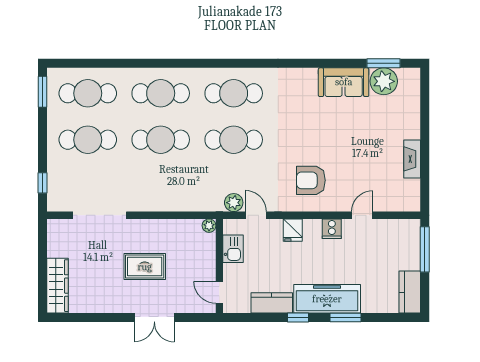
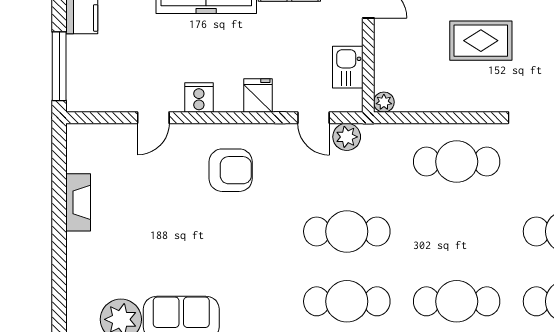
cafe table: (161, 140) -> (457, 162), moved

